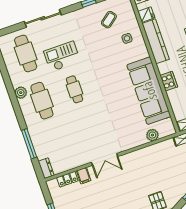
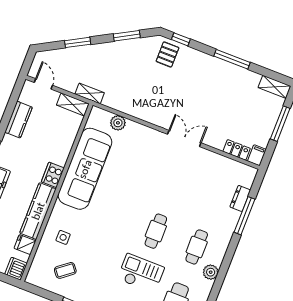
checkout: (62, 56) -> (141, 273), turned 180
cooker: (169, 81) -> (53, 175), moved
cafe table: (42, 101) -> (197, 247), width x0.73, depth x0.74
dresser: (46, 168) -> (240, 198), moved
filing cabinet: (84, 176) -> (257, 155), moved

